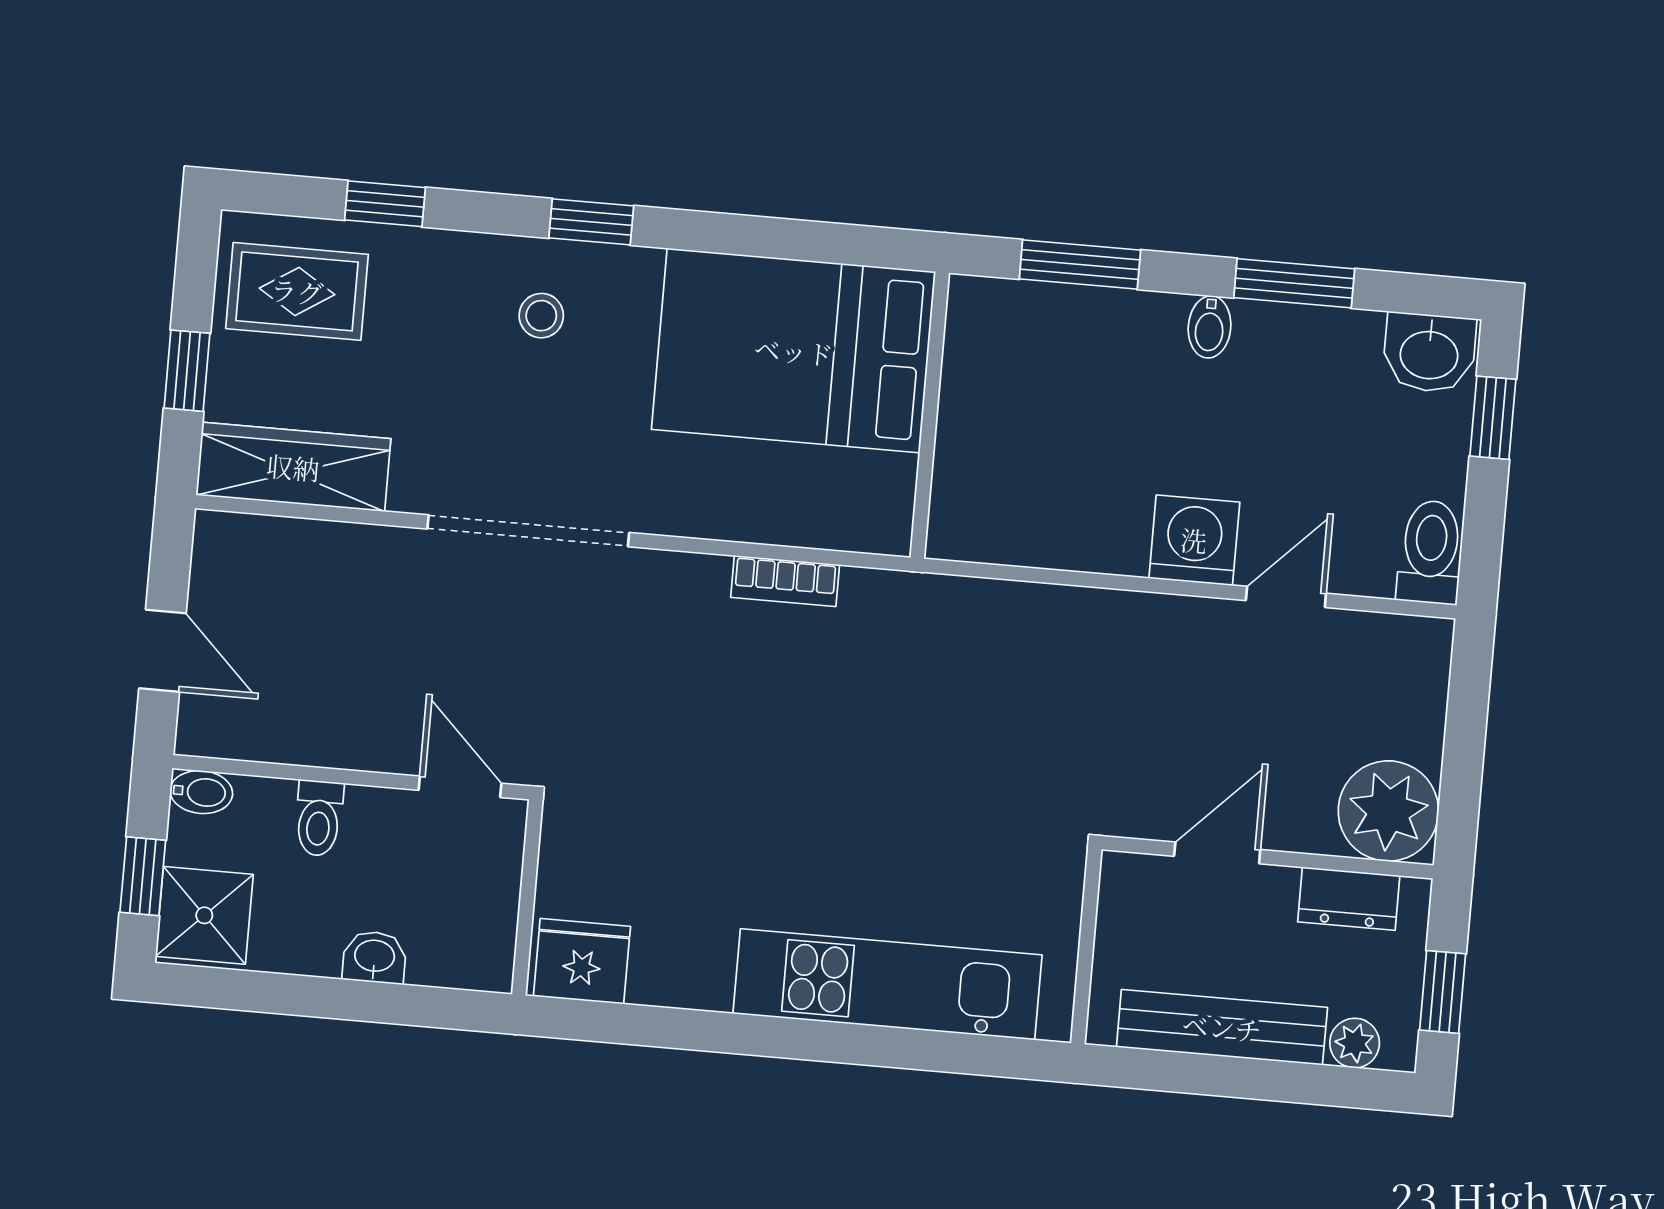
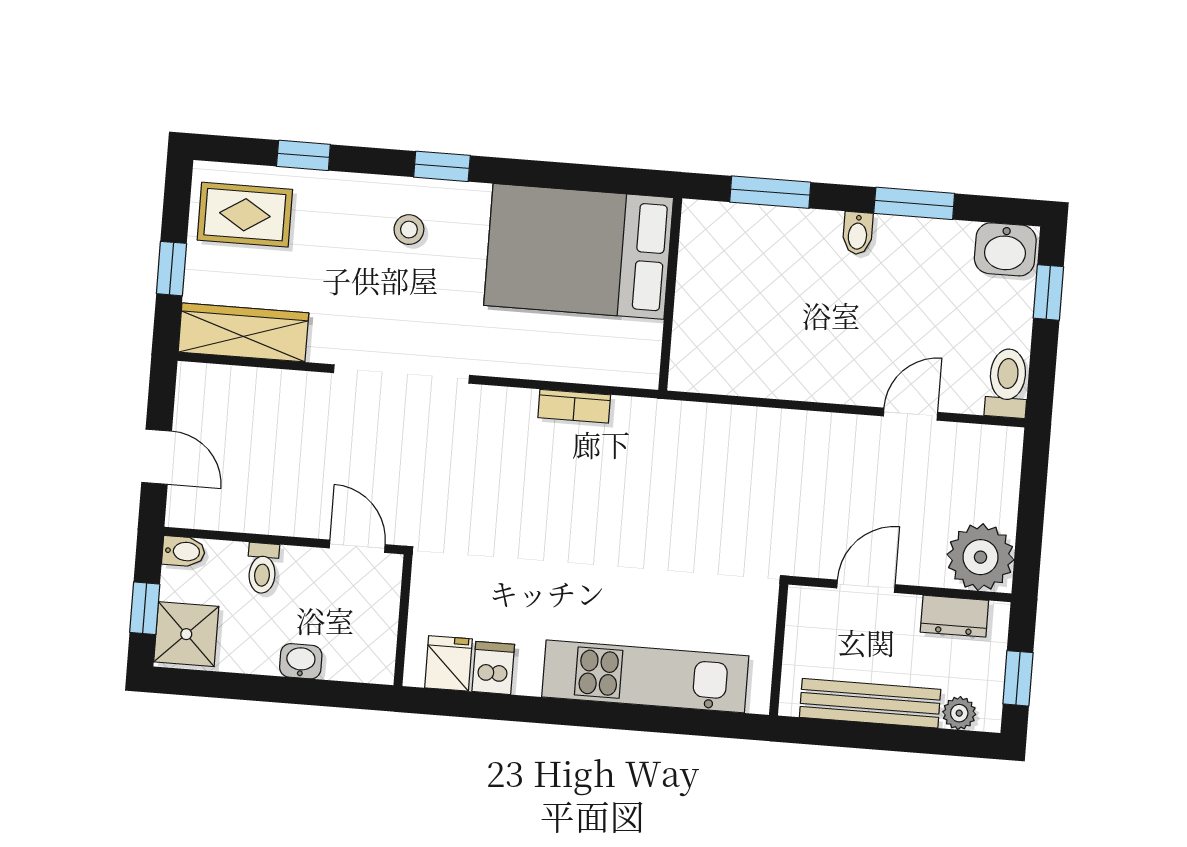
washing machine: (1194, 540) -> (849, 377), removed
fridge: (582, 961) -> (448, 663), width x0.72
dishwasher: (661, 970) -> (493, 668), added

